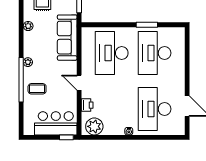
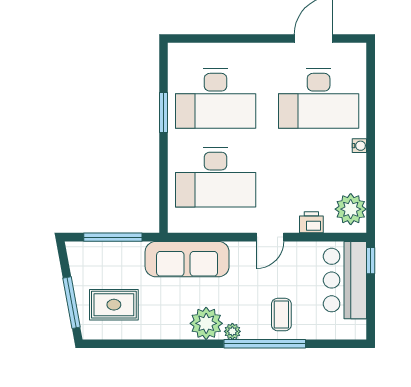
plant: (28, 26) -> (206, 323), moved, width x1.87, depth x1.87

